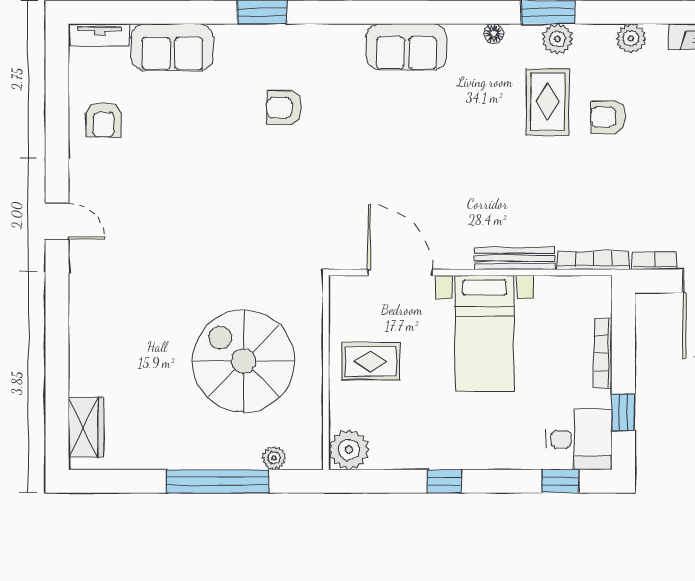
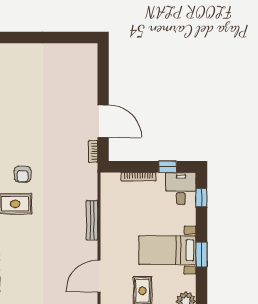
bookcase: (593, 260) -> (93, 181), removed
bed with nightstands: (484, 333) -> (167, 250), moved, turned 180
window: (444, 481) -> (201, 255), width x1.50

